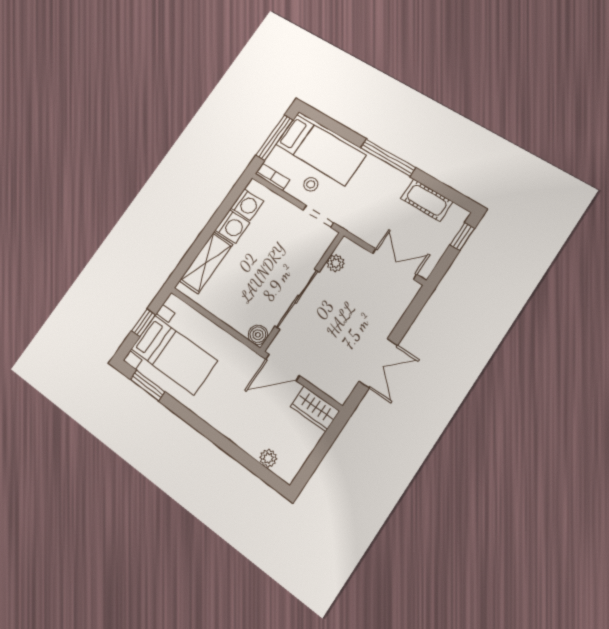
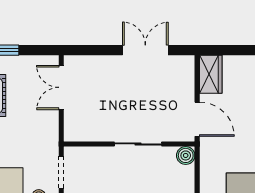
plant: (336, 263) -> (90, 133), removed
sliding door: (297, 299) -> (138, 144), width x0.73

